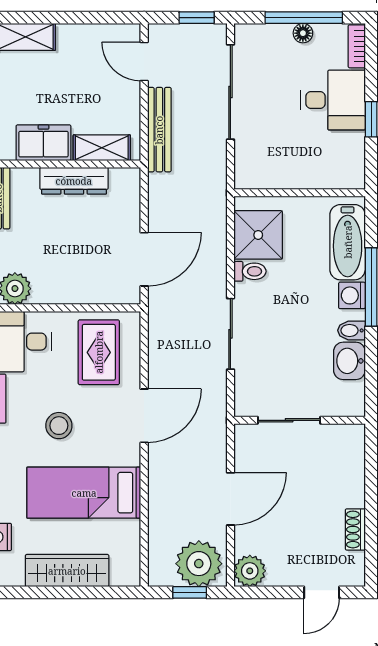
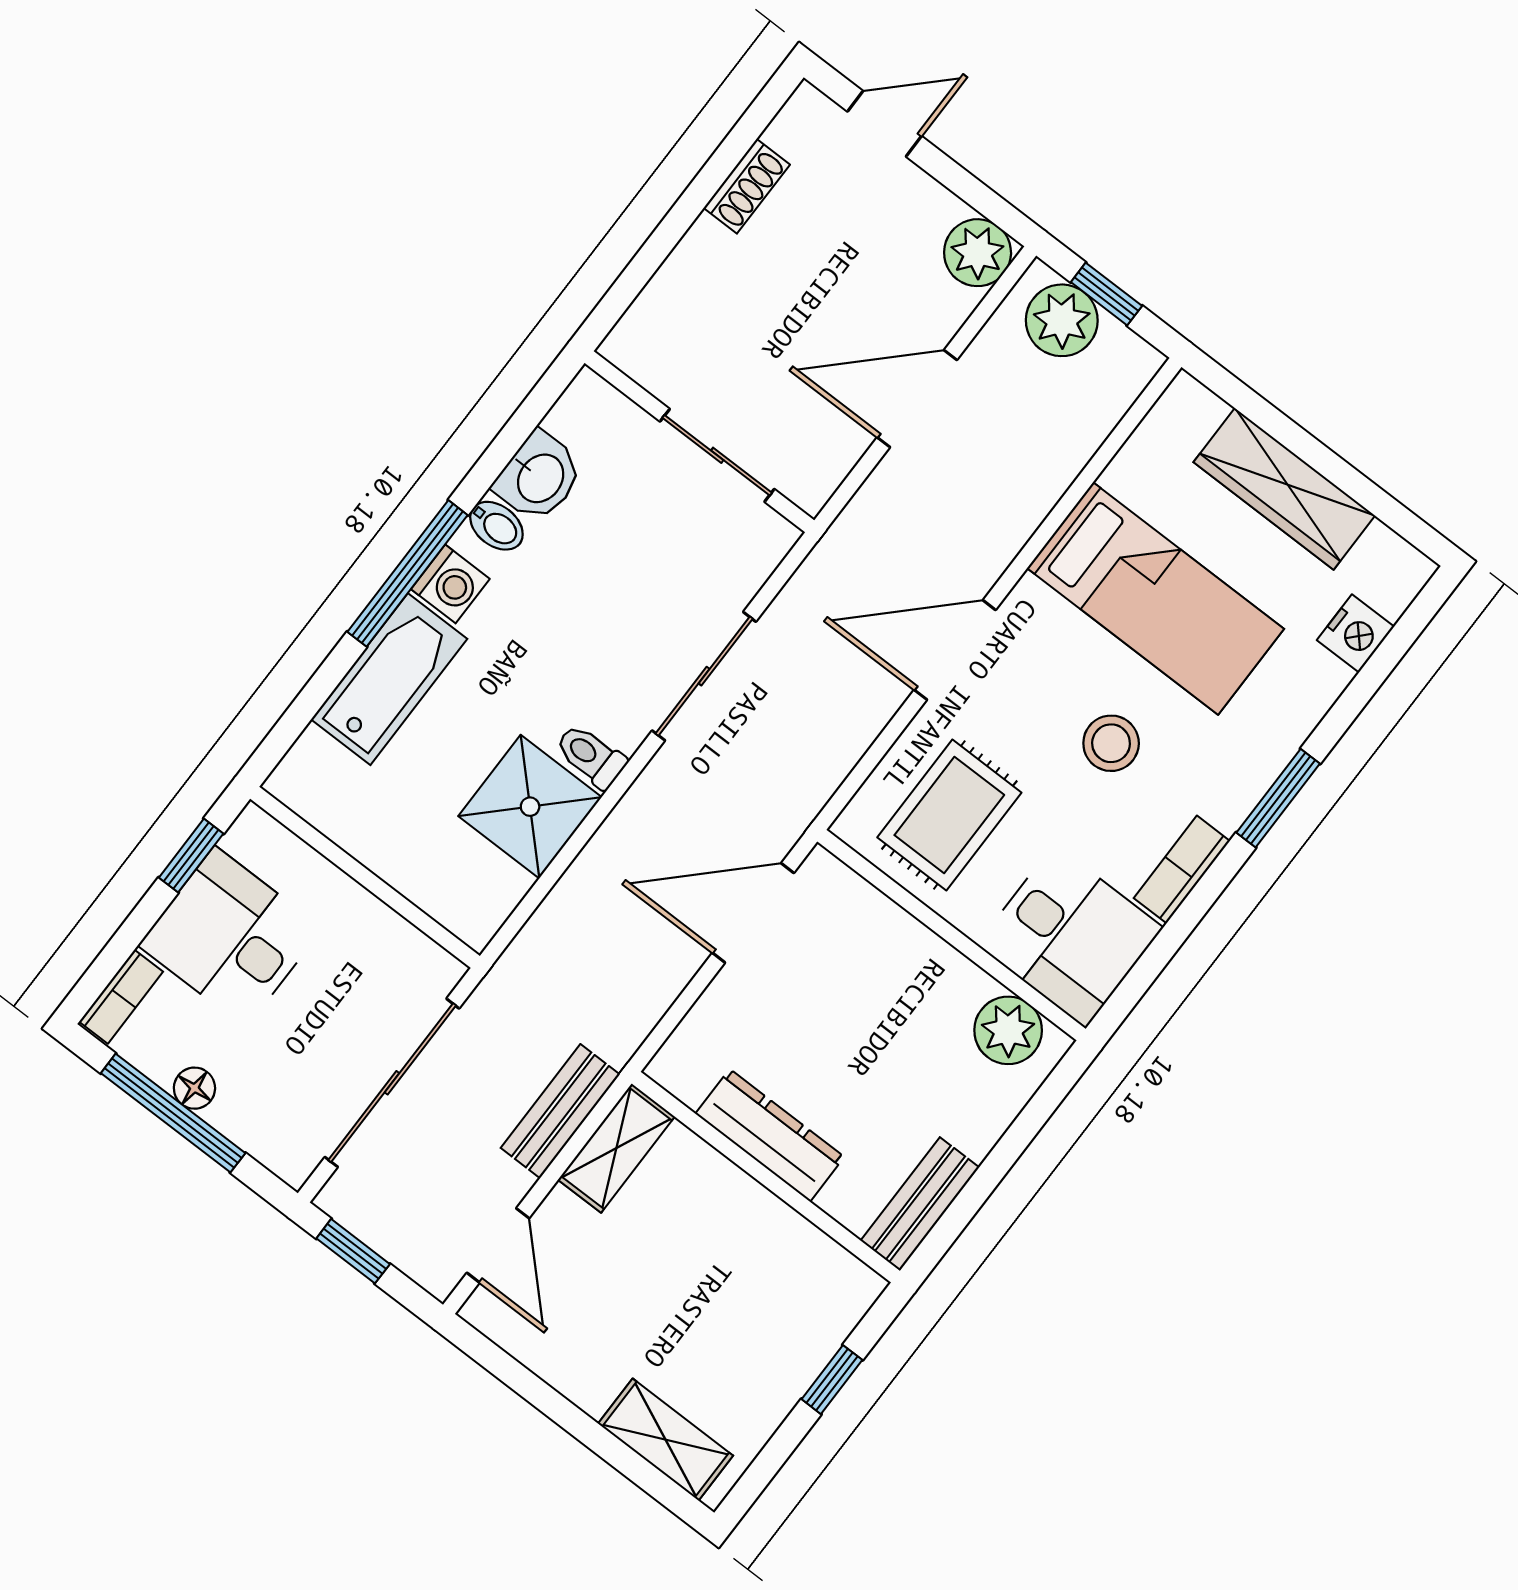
bench: (159, 130) -> (560, 1111), width x0.73
freezer: (43, 143) -> (772, 1239), removed
shelving: (102, 148) -> (616, 1148), moved, turned 90
wall: (300, 193) -> (365, 877), moved
plant: (199, 564) -> (1062, 320), width x0.73, depth x0.73

